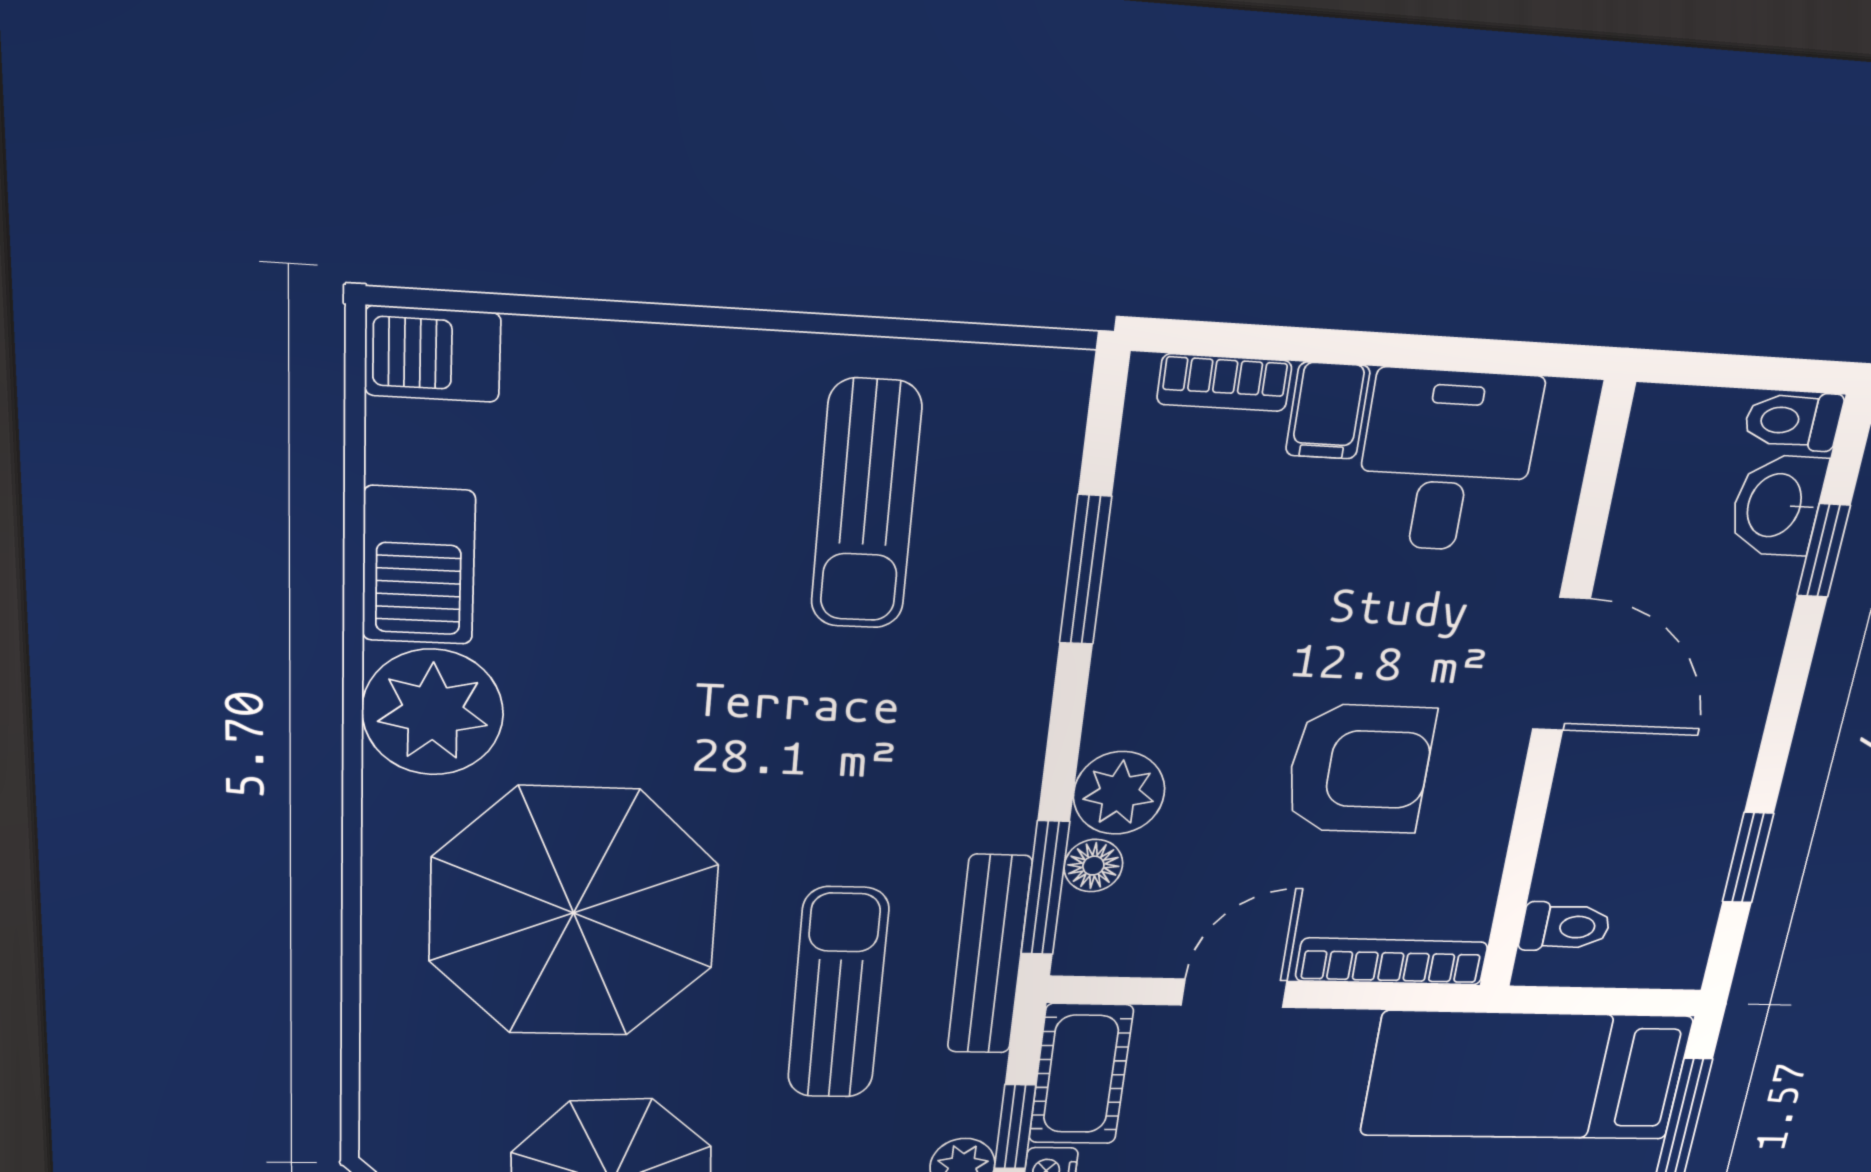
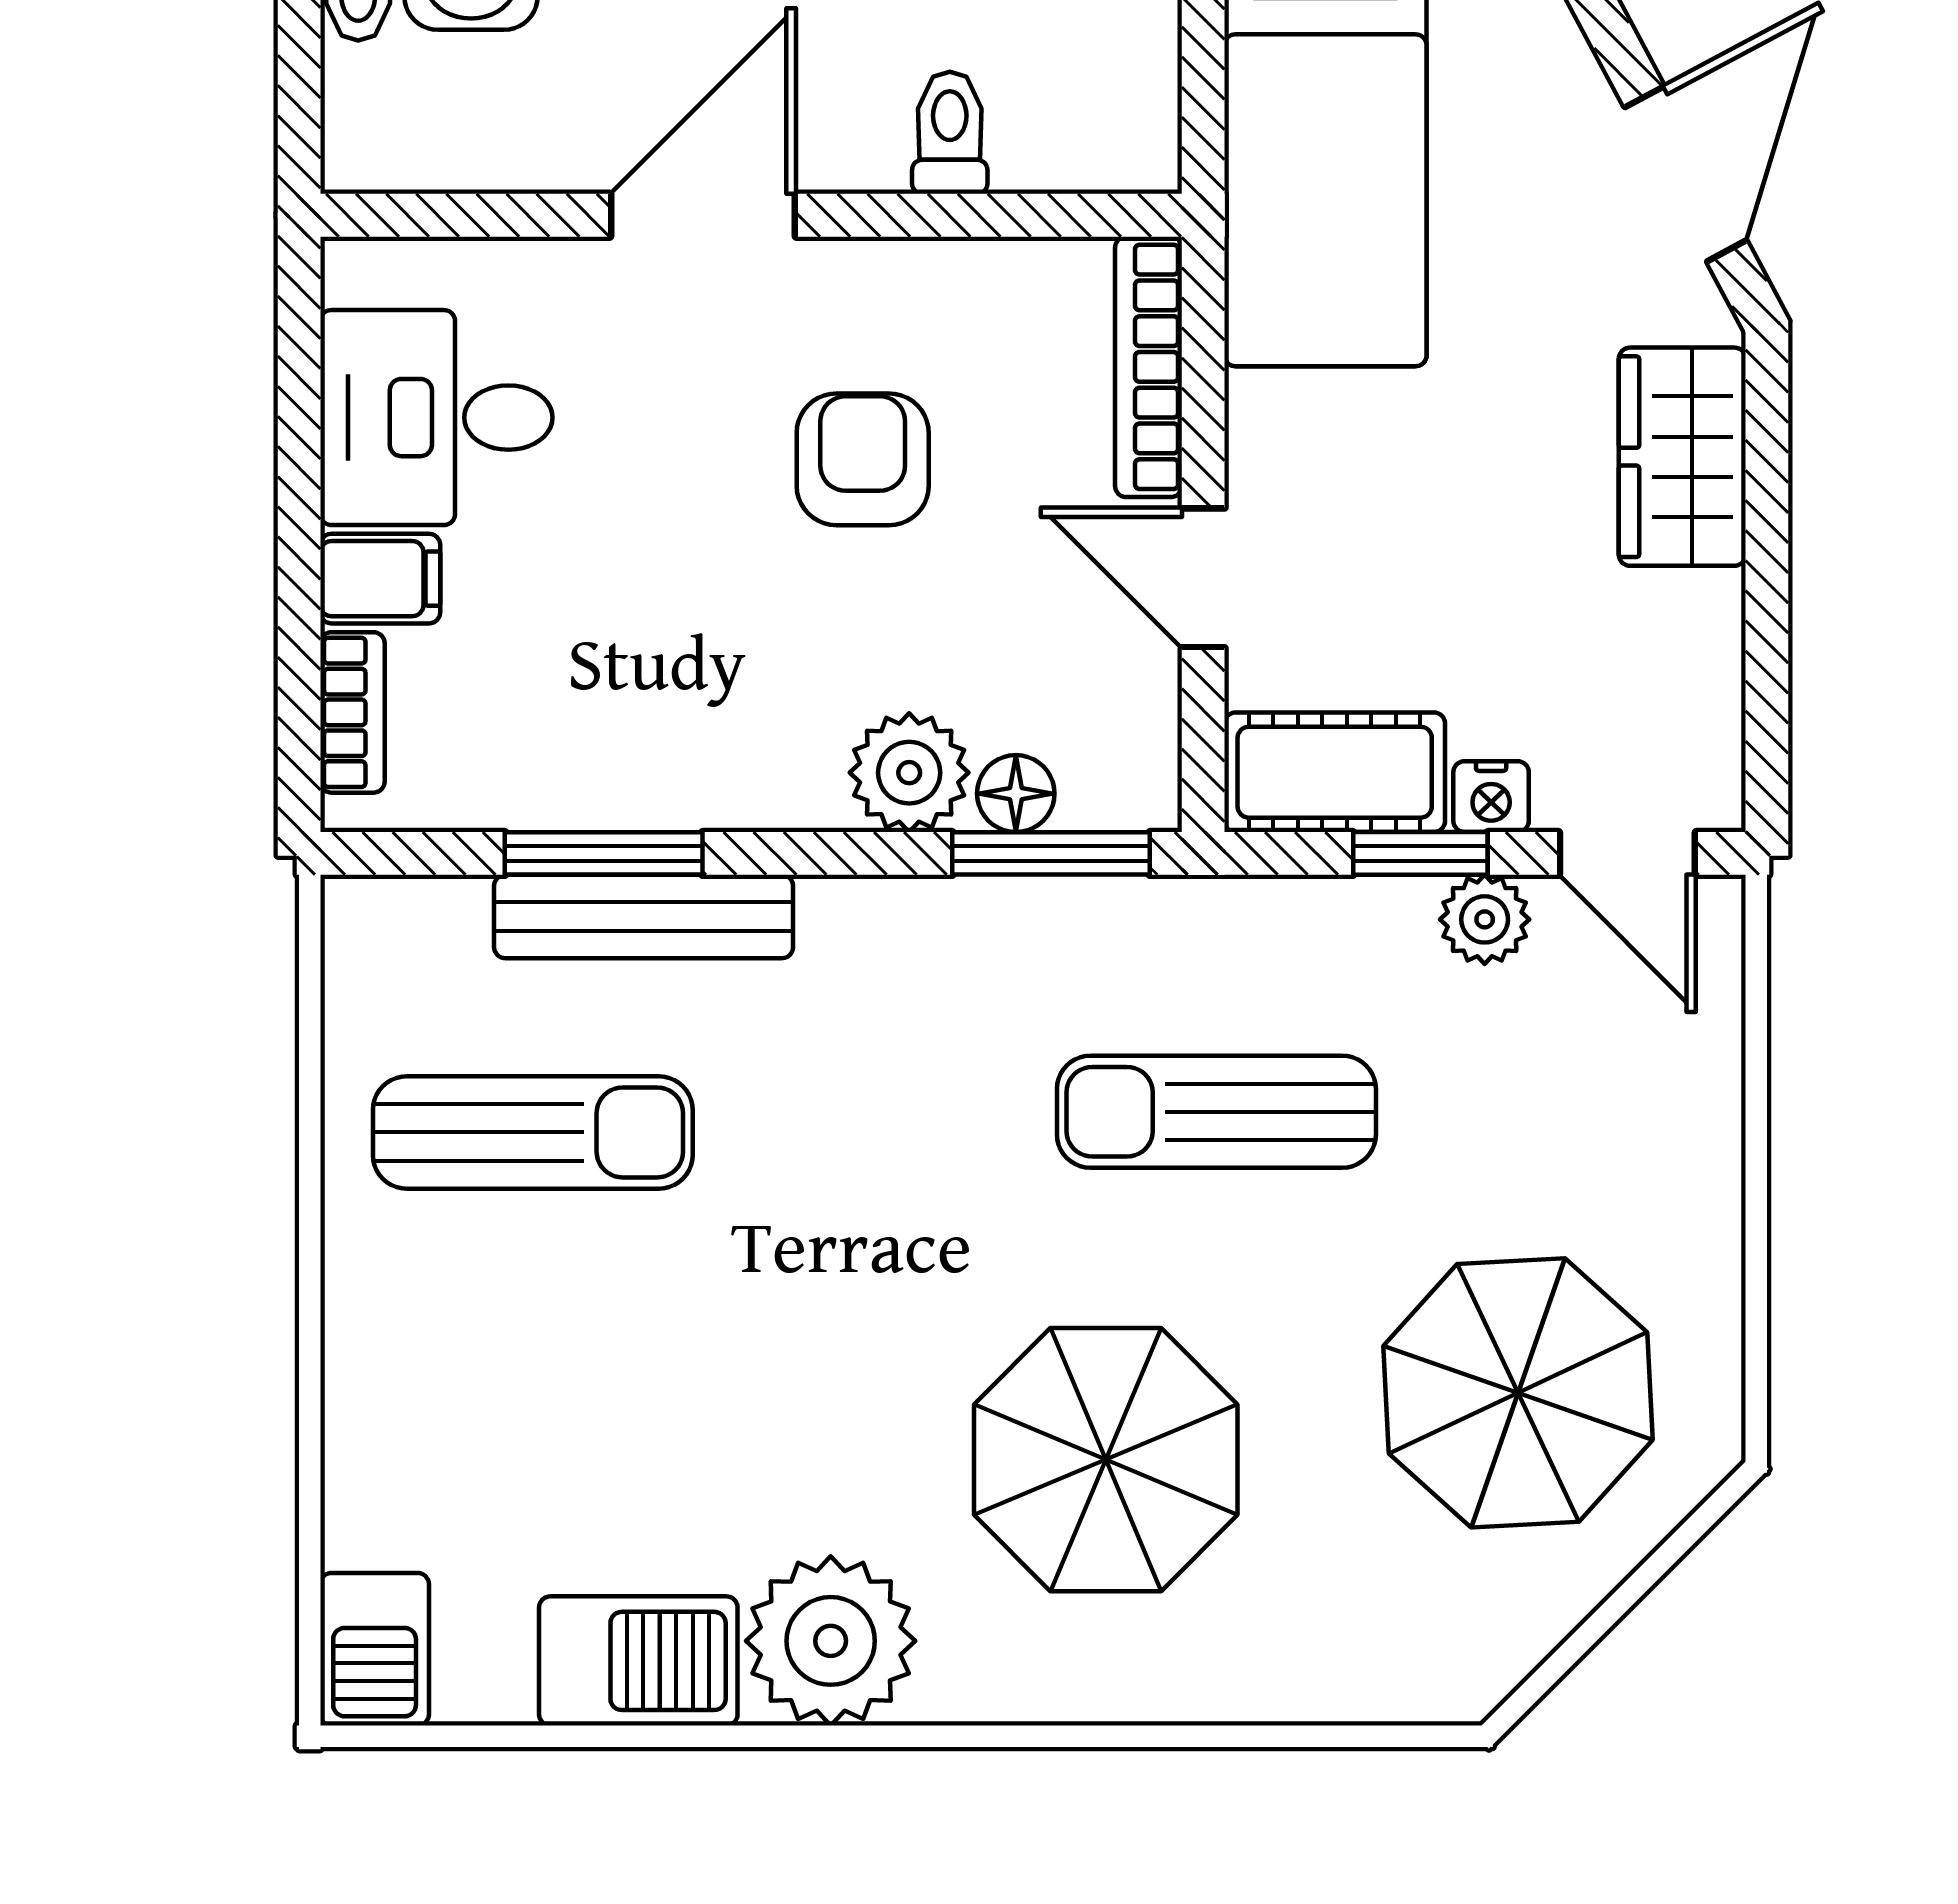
armchair: (1359, 769) -> (863, 459), width x0.72, depth x0.72
parasol: (574, 913) -> (1106, 1460), width x0.73, depth x0.73
toilet: (1565, 927) -> (950, 133), moved
bench: (989, 955) -> (644, 917), moved

